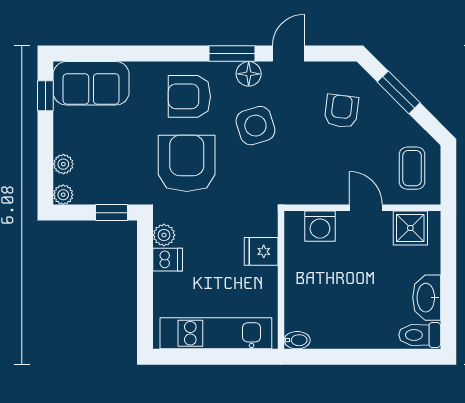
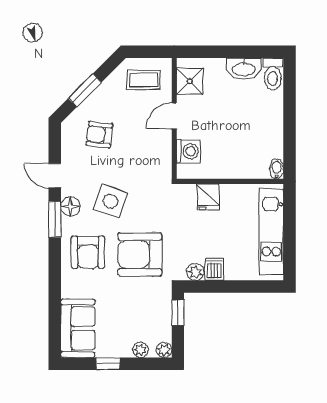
window: (45, 96) -> (108, 364), moved
side table: (255, 126) -> (111, 201), turned 36

